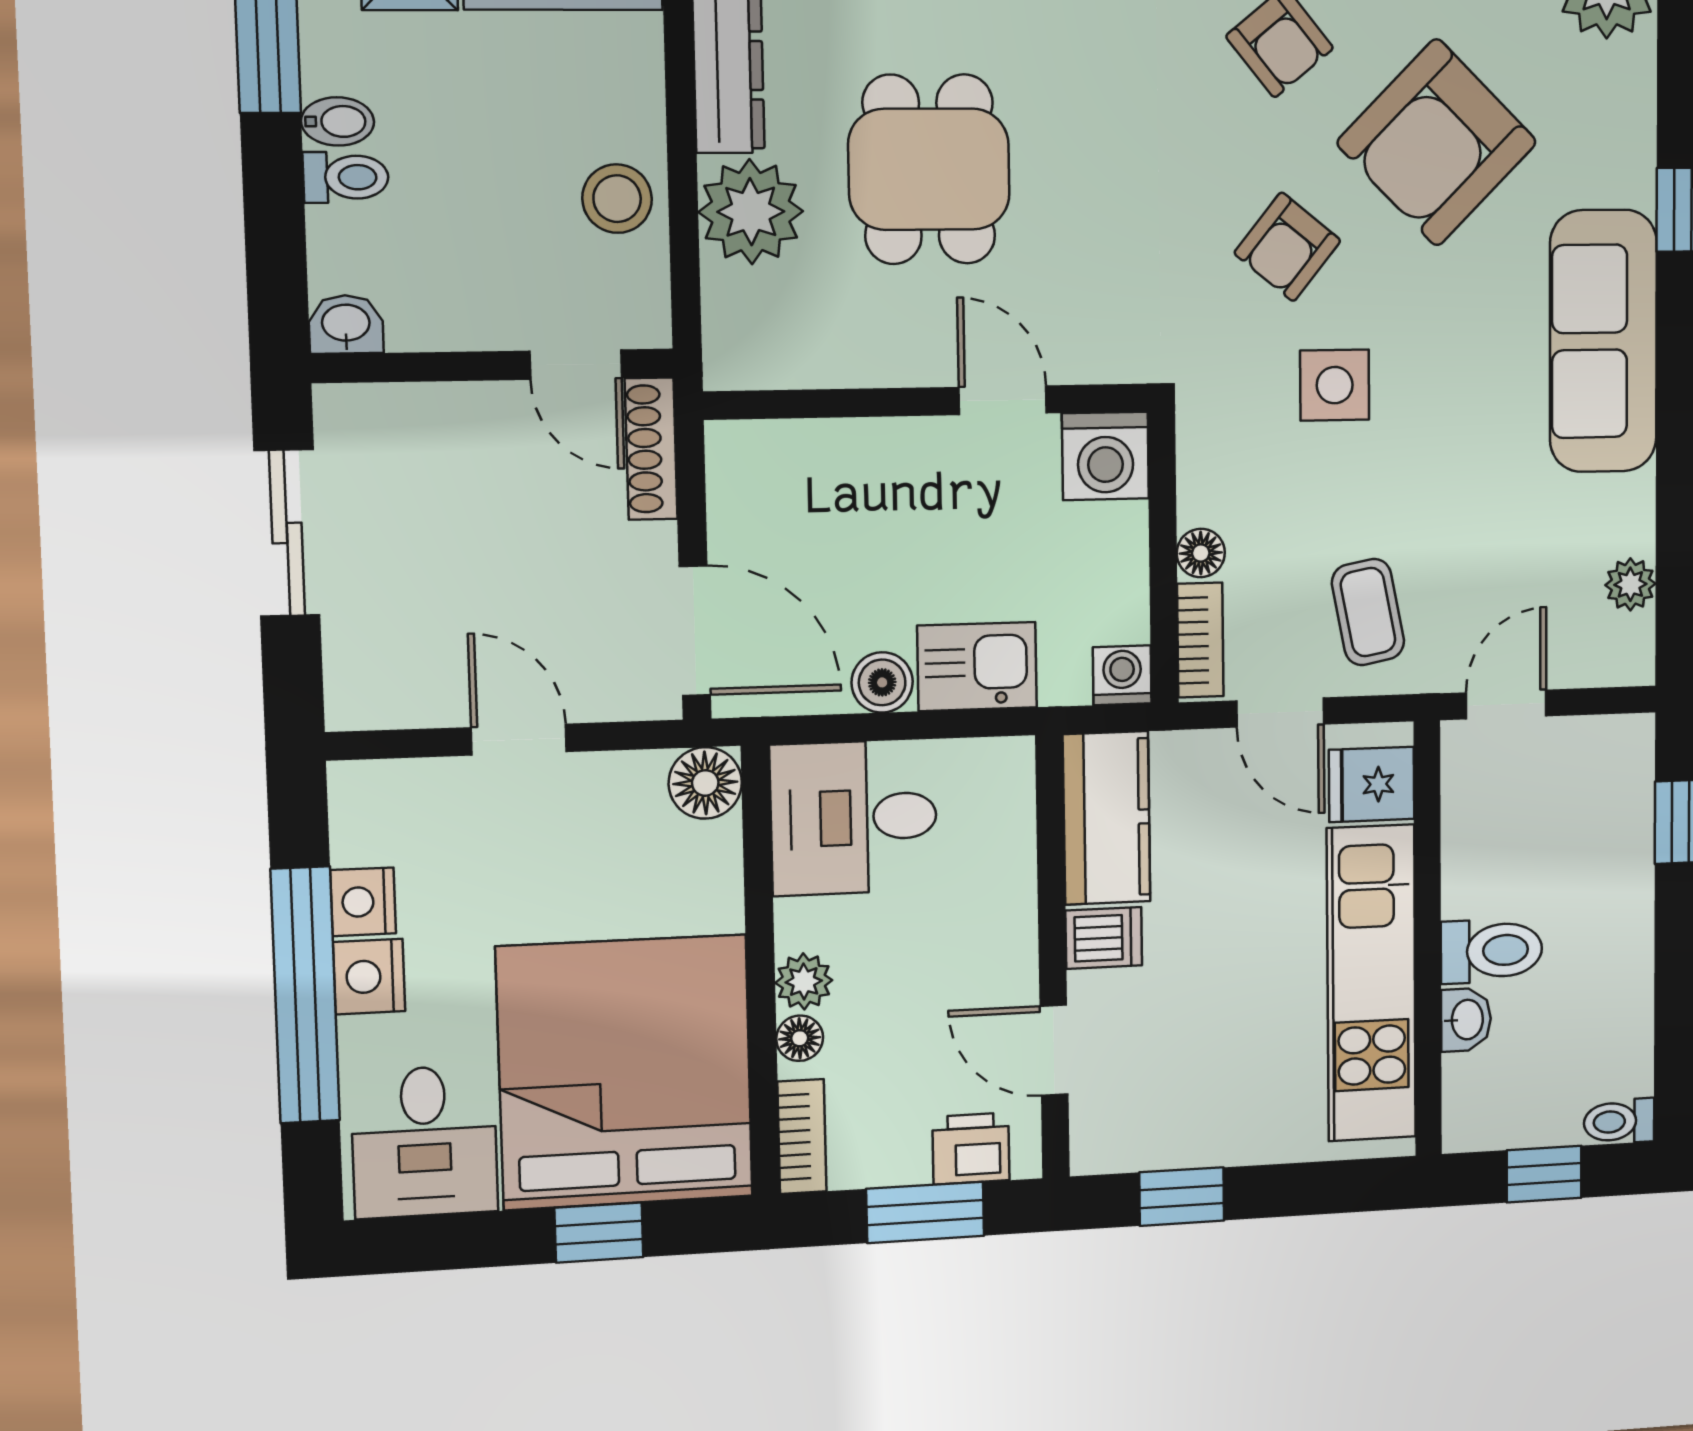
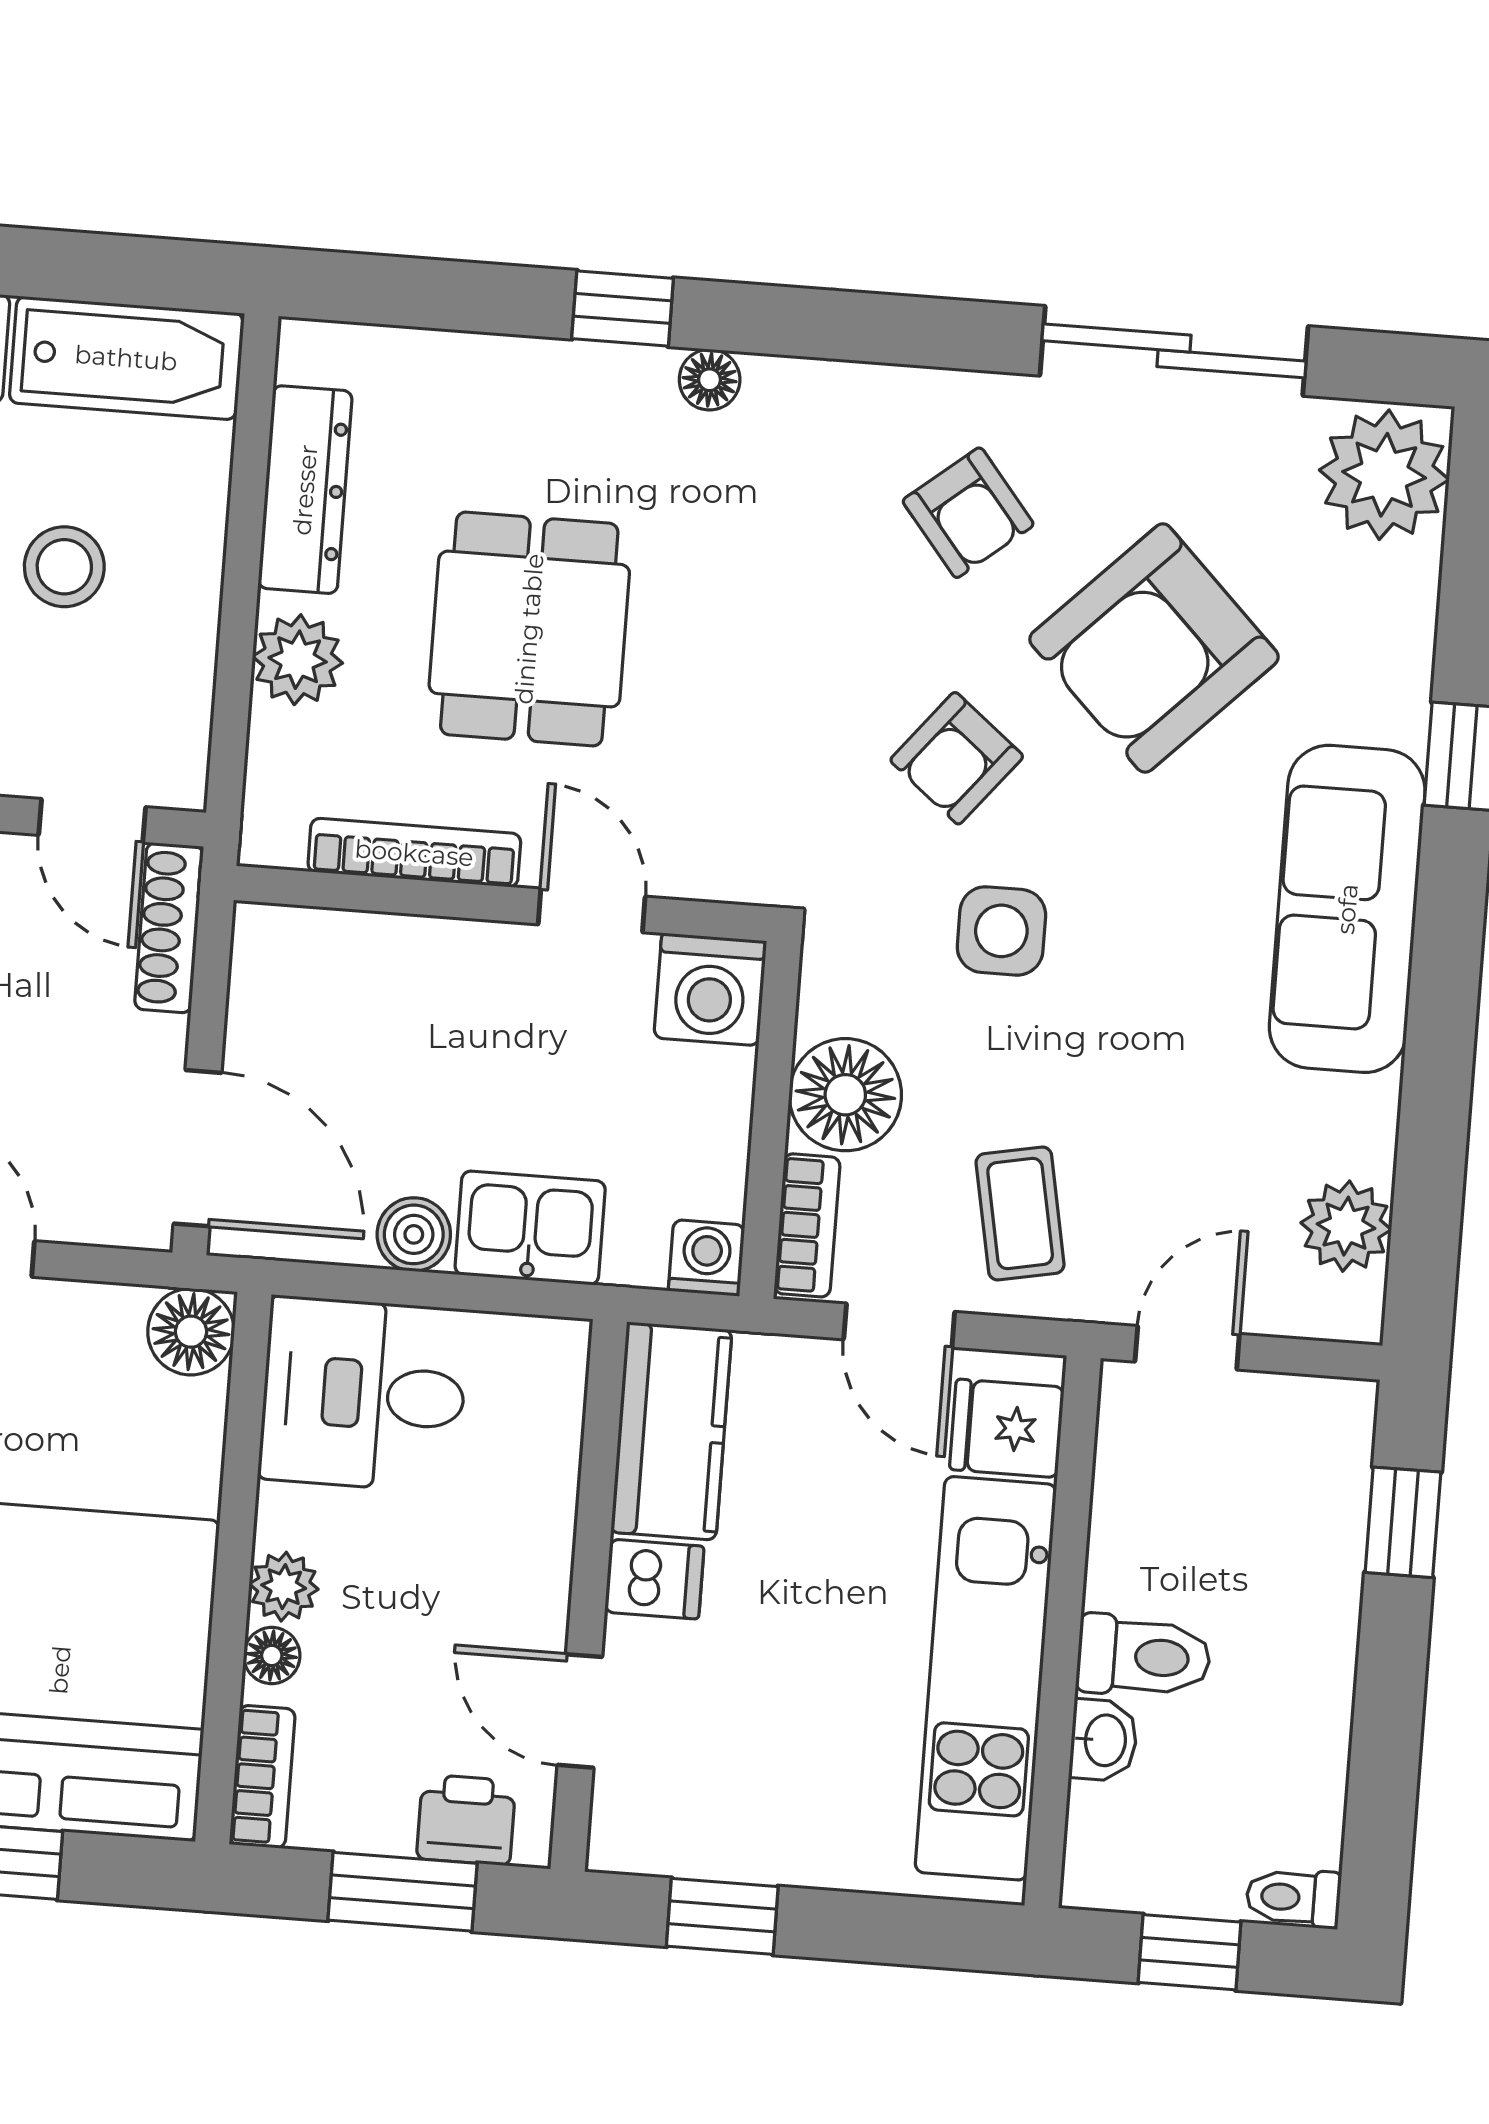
stool: (617, 199) -> (64, 567), moved
plant: (751, 212) -> (298, 660), width x0.73, depth x0.73
bookcase: (851, 366) -> (414, 853), added
floor lamp: (1201, 553) -> (845, 1095), width x1.89, depth x1.89
plant: (1630, 584) -> (1346, 1226), width x1.38, depth x1.38

